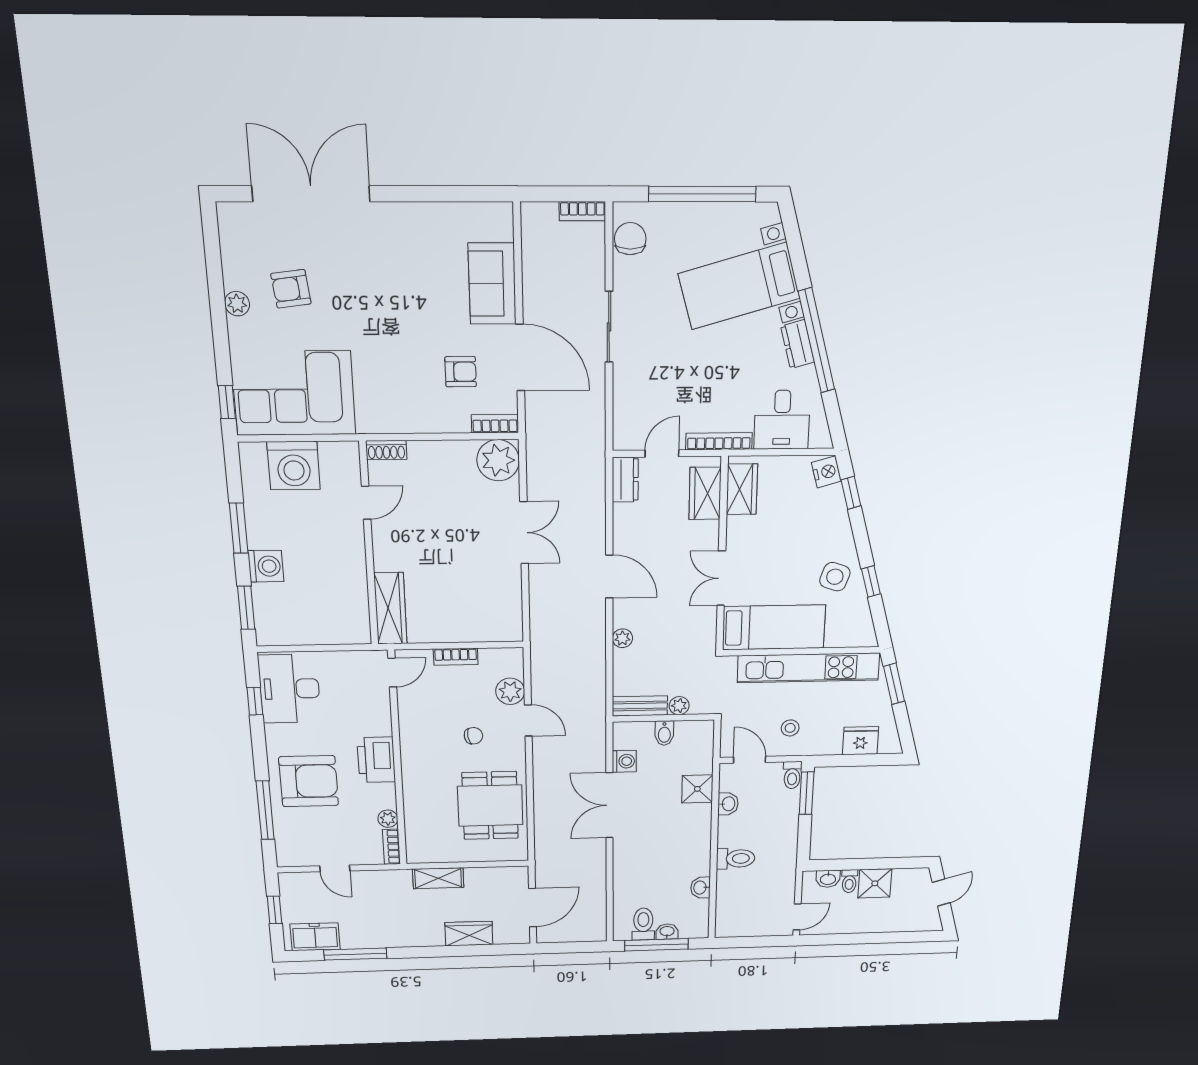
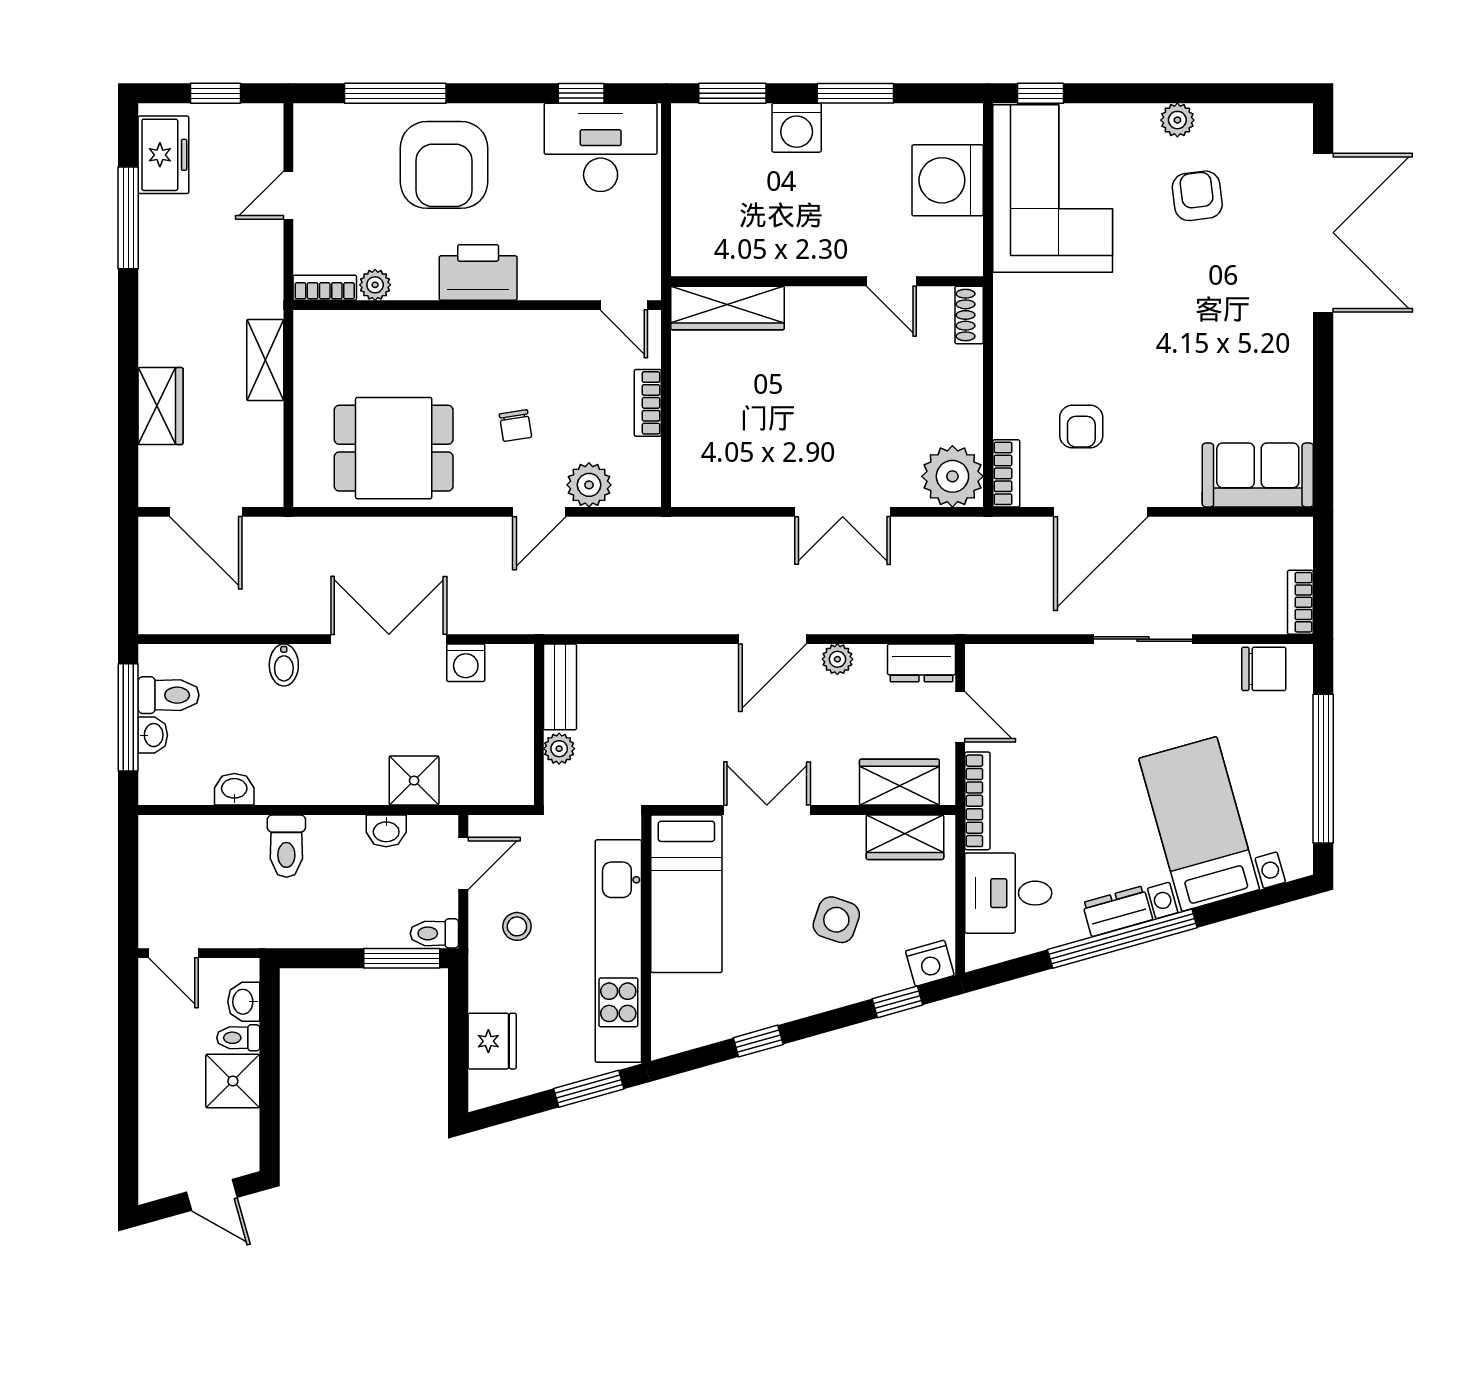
sofa: (492, 284) -> (1258, 475), moved
side table: (835, 577) -> (836, 920), moved
plant: (622, 638) -> (837, 659), moved
bidet: (664, 733) -> (284, 665), moved, turned -90

